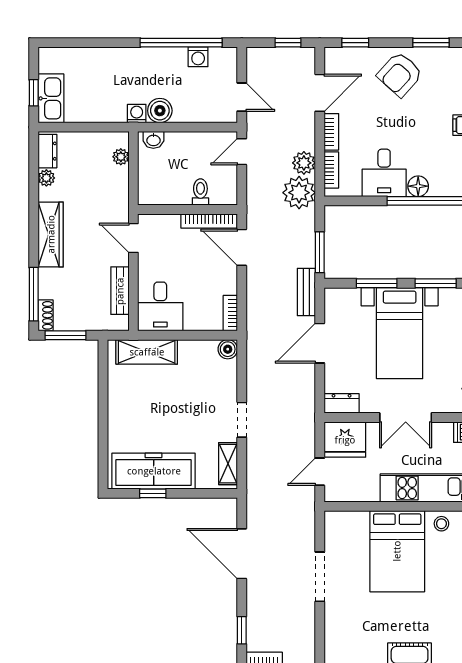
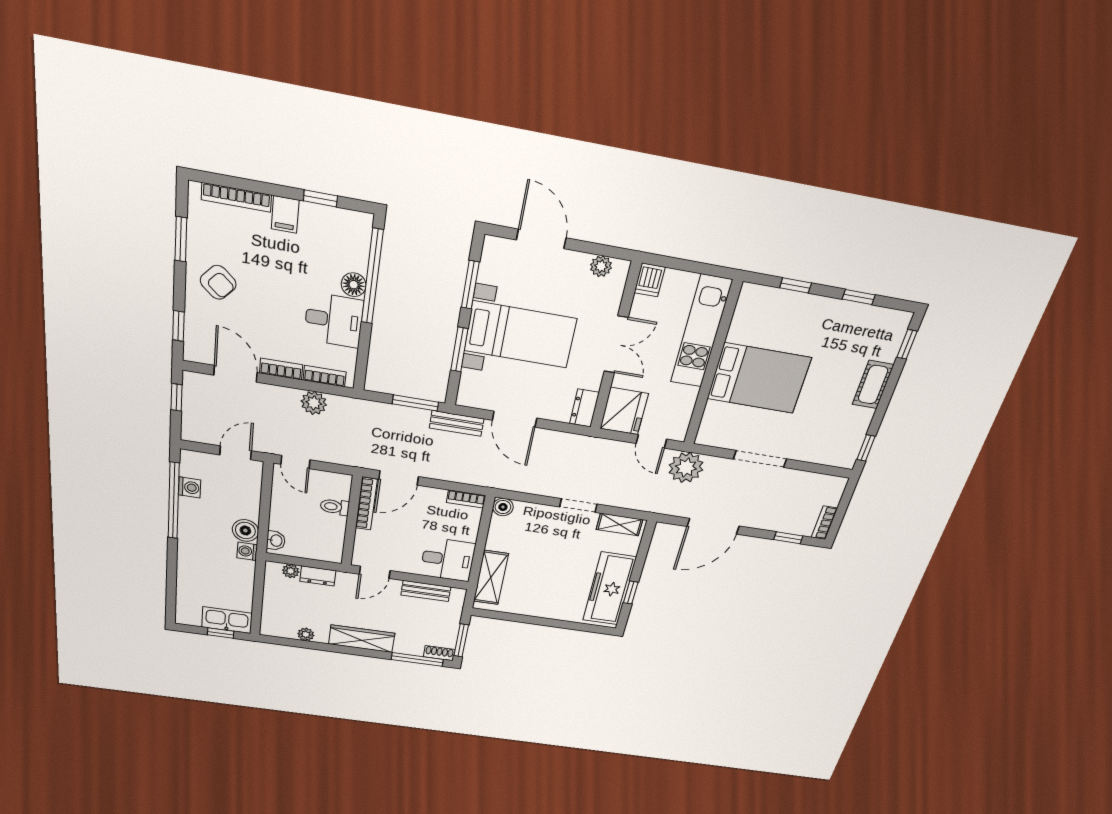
armchair: (400, 74) -> (218, 282), width x0.72, depth x0.72
dresser: (47, 151) -> (318, 576), moved, turned 180
plant: (299, 193) -> (686, 467), moved
stool: (441, 524) -> (744, 326), removed

